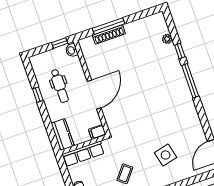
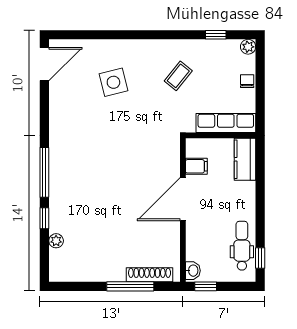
shoe rack: (109, 34) -> (150, 275), moved
dental chair: (60, 86) -> (242, 246), moved
window: (38, 95) -> (260, 258), moved
filing cabinet: (97, 132) -> (196, 166), moved

